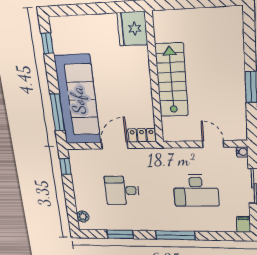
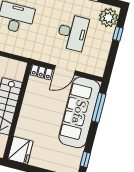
window: (65, 166) -> (118, 34), moved
desk: (122, 190) -> (73, 33), width x1.37
plant: (83, 216) -> (109, 18), width x1.88, depth x1.88

